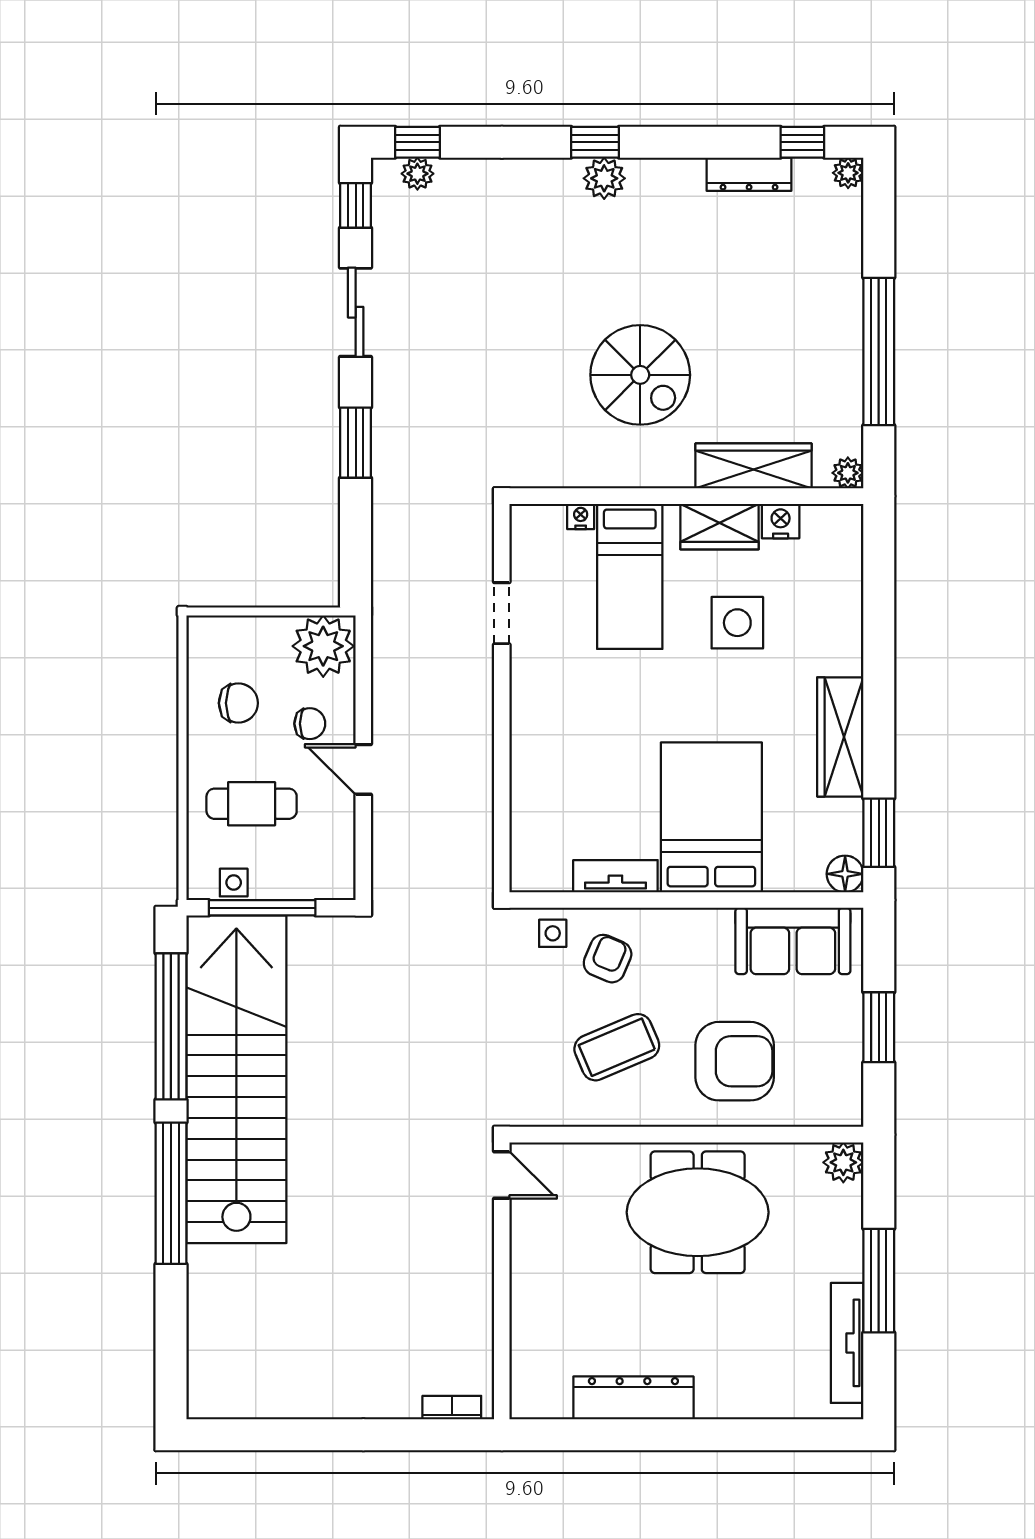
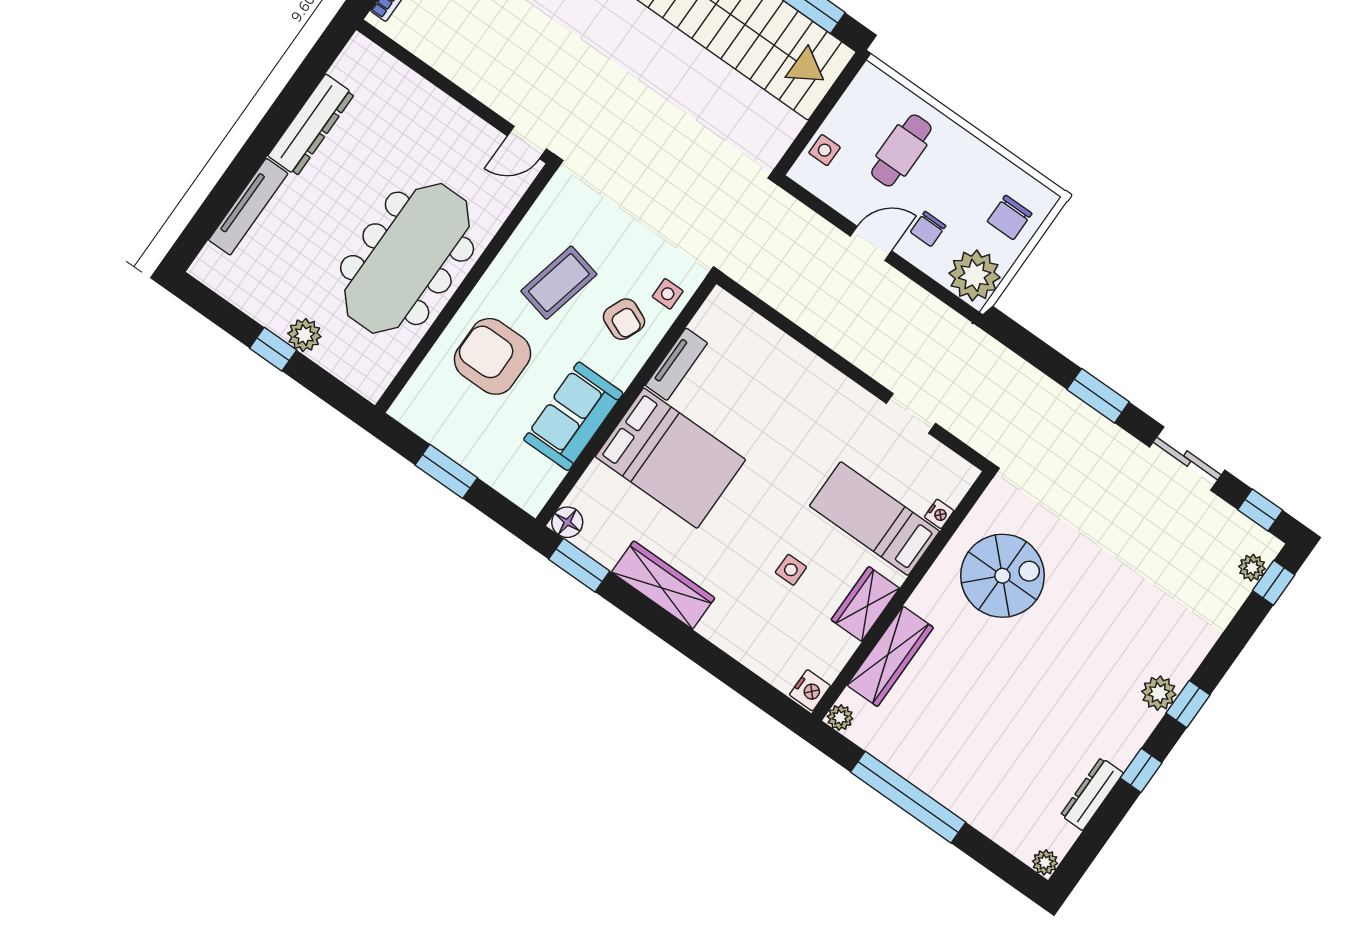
window: (802, 142) -> (1141, 770), moved
spiral stairs: (640, 375) -> (1002, 576), moved, turned 180
nightstand: (781, 521) -> (810, 690), moved
side table: (737, 623) -> (791, 570), width x0.54, depth x0.54
chair: (238, 703) -> (1010, 217), moved
side table: (234, 883) -> (825, 150), moved
window: (262, 908) -> (825, 107), removed
sofa: (793, 941) -> (573, 416), moved
coffee table: (617, 1047) -> (559, 283), turned 36
armchair: (735, 1061) -> (493, 356), turned 90
plant: (843, 1162) -> (304, 335), moved
meeting table: (698, 1212) -> (407, 258), width x1.36
window: (879, 1281) -> (273, 349), width x0.46
tv unit: (847, 1343) -> (248, 207), moved, turned 90

